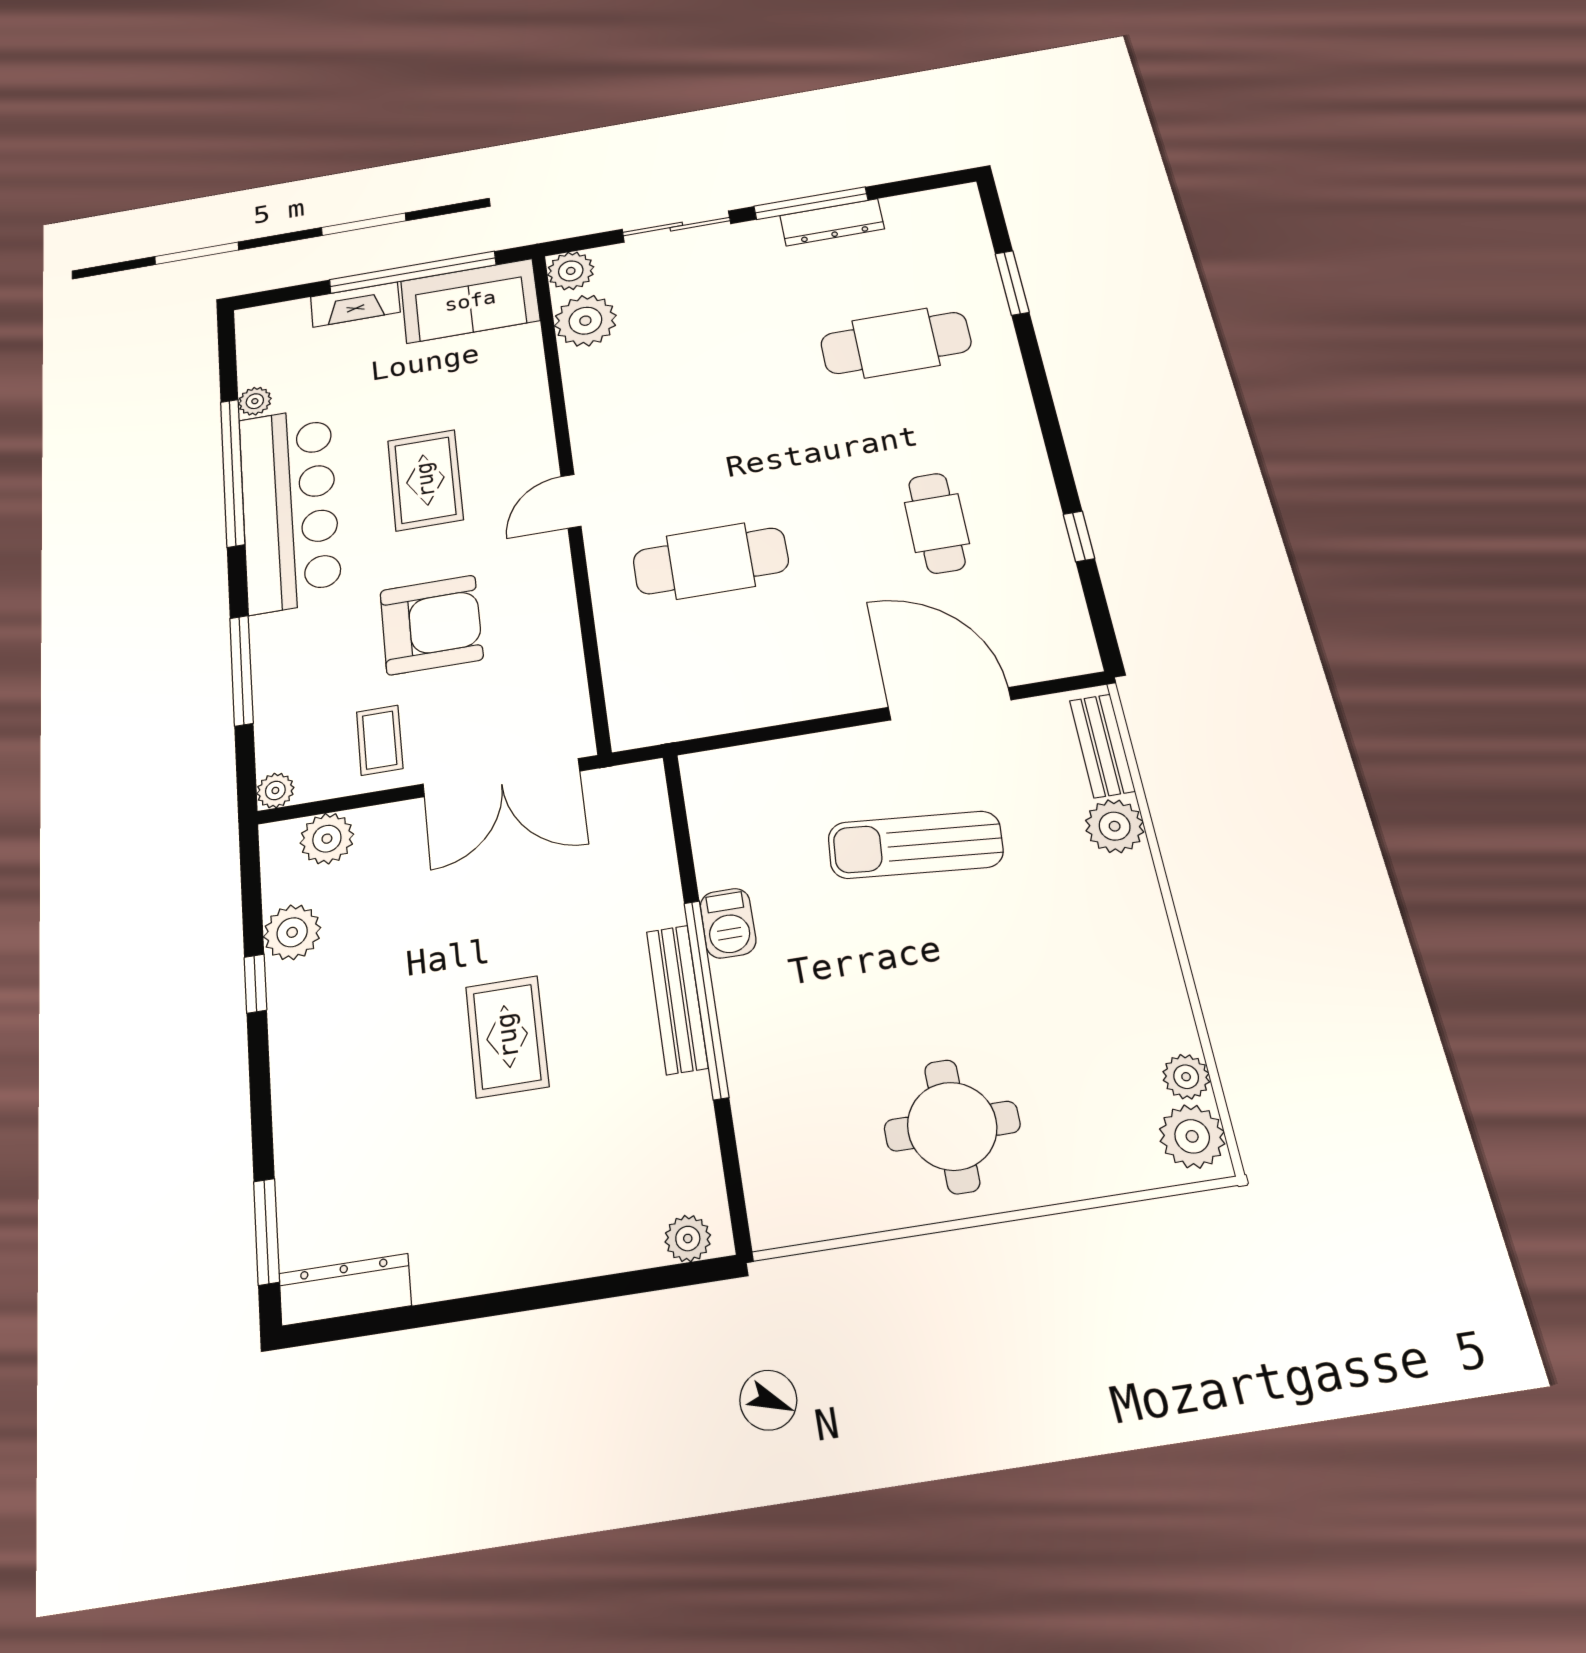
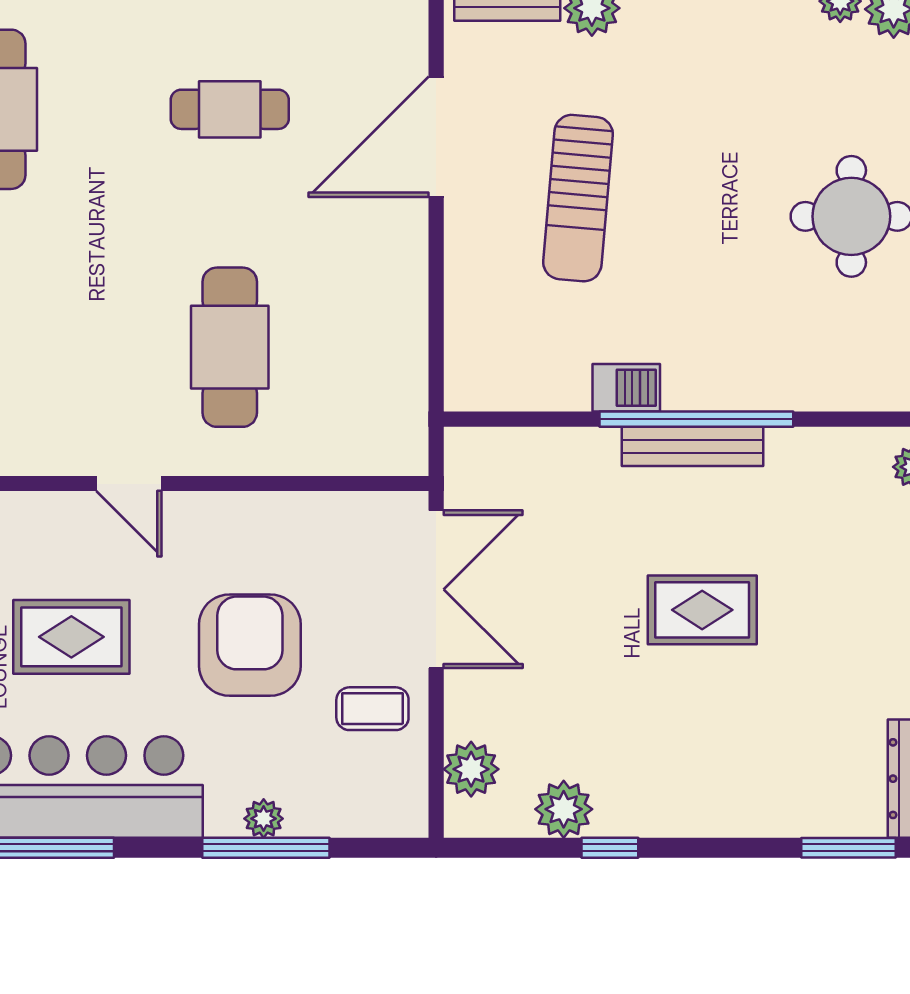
plant: (275, 790) -> (264, 819), moved

